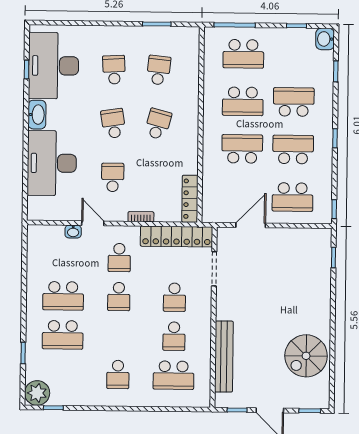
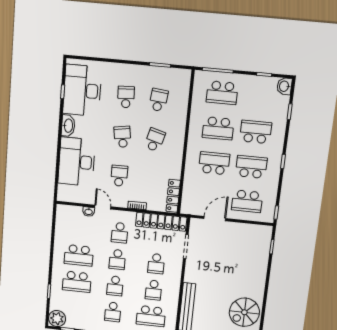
school desk: (118, 336) -> (115, 286), added

